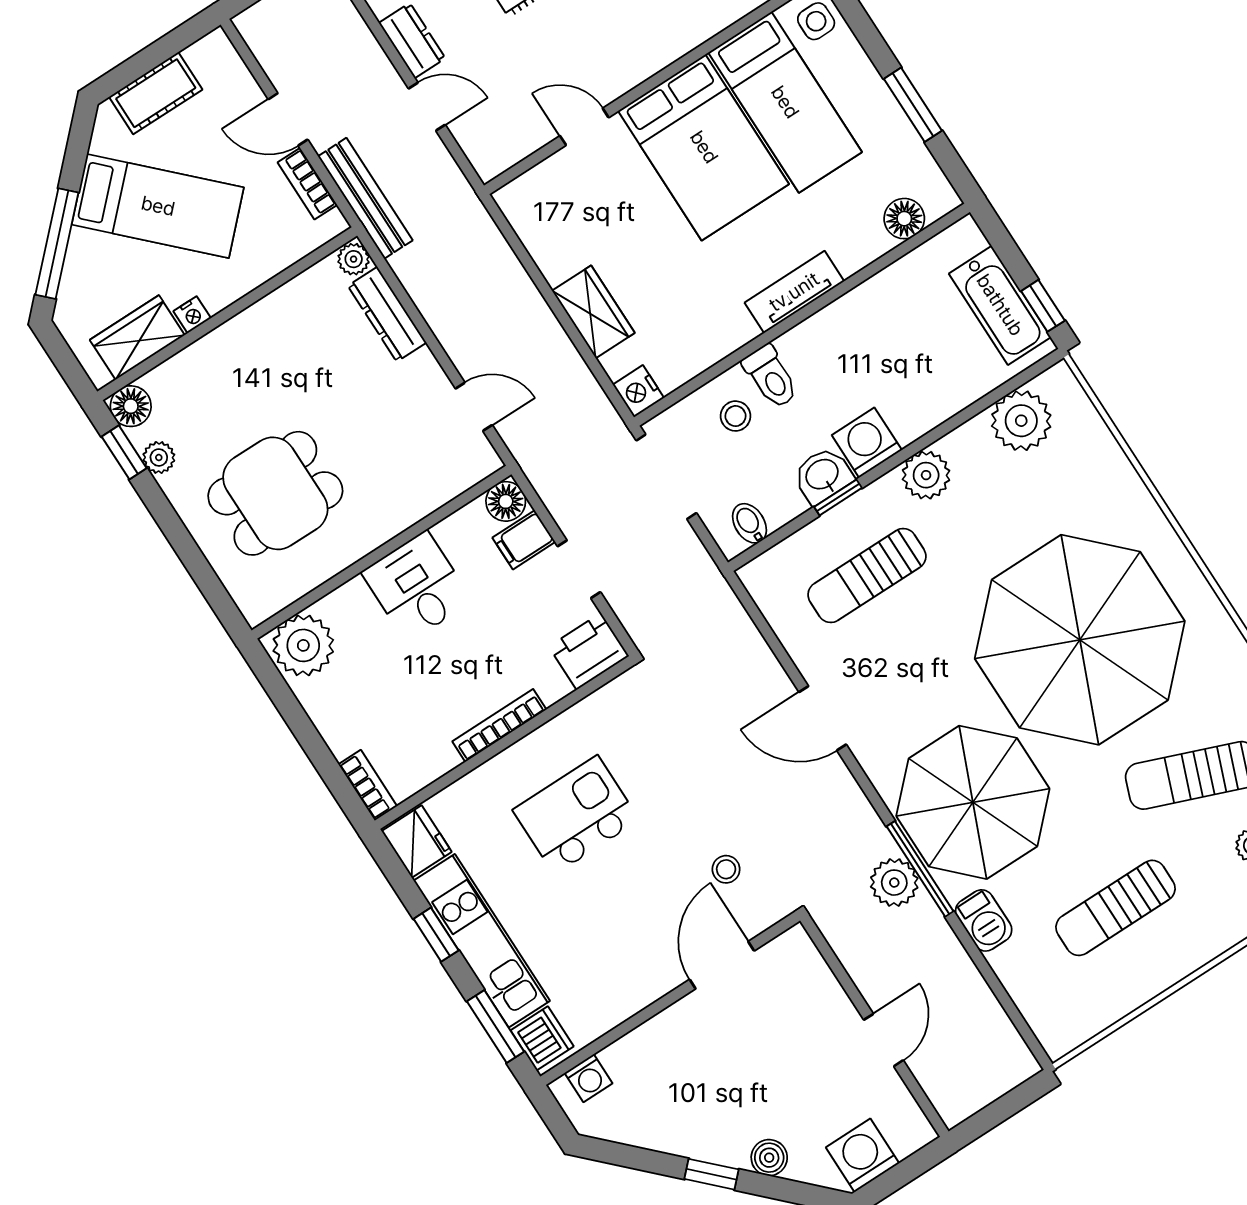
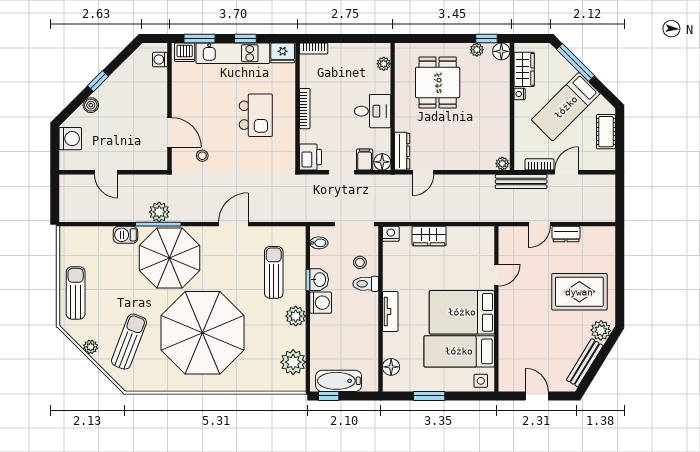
dresser: (387, 314) -> (402, 151), moved, turned 90
plant: (303, 645) -> (384, 64), width x0.53, depth x0.53
sun lounger: (1115, 908) -> (76, 293), moved

